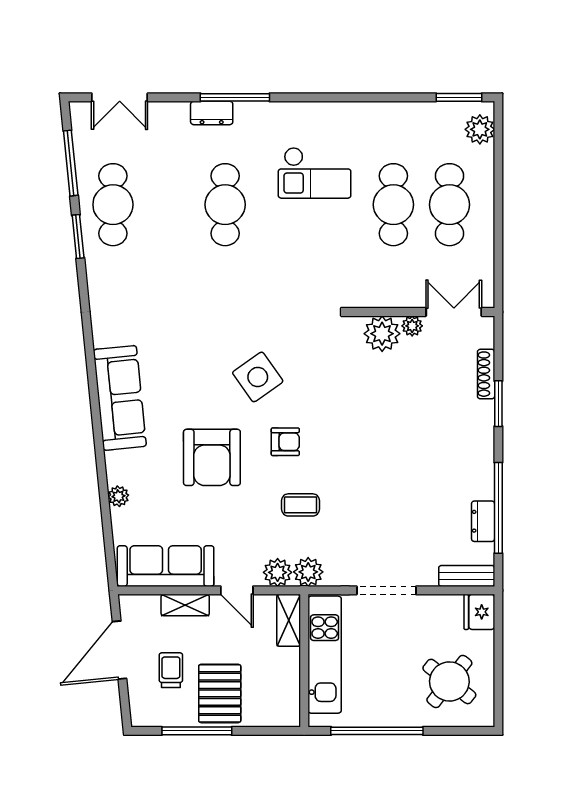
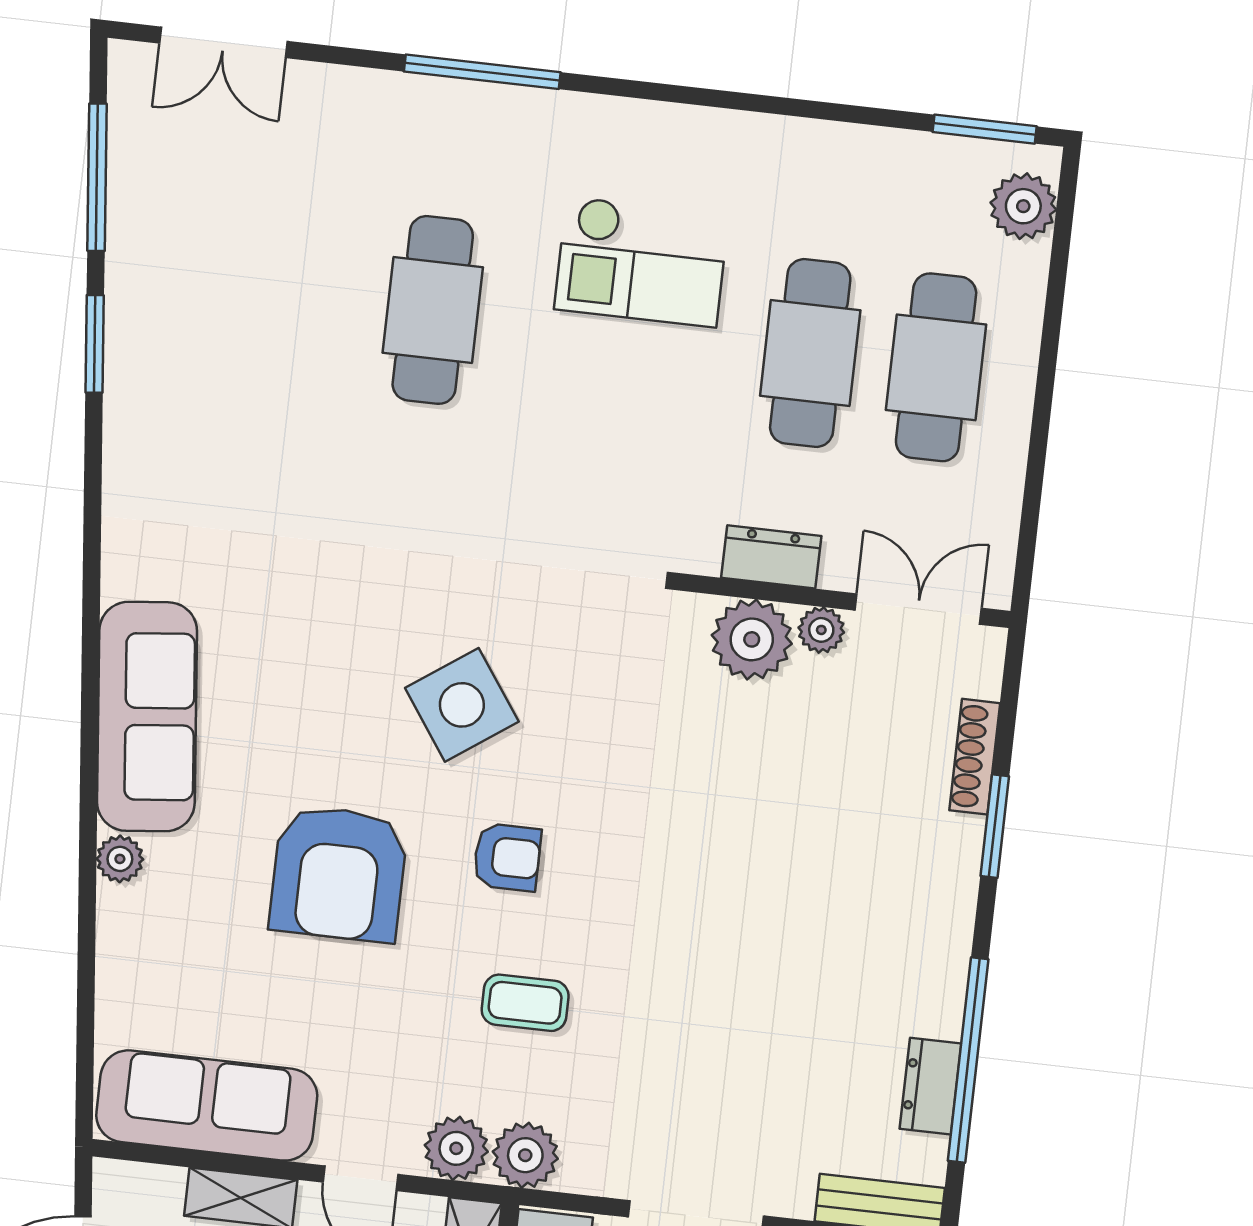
dresser: (212, 113) -> (771, 557), moved, turned 180
cafe table: (113, 205) -> (181, 281), removed
plant: (118, 496) -> (120, 859), moved

